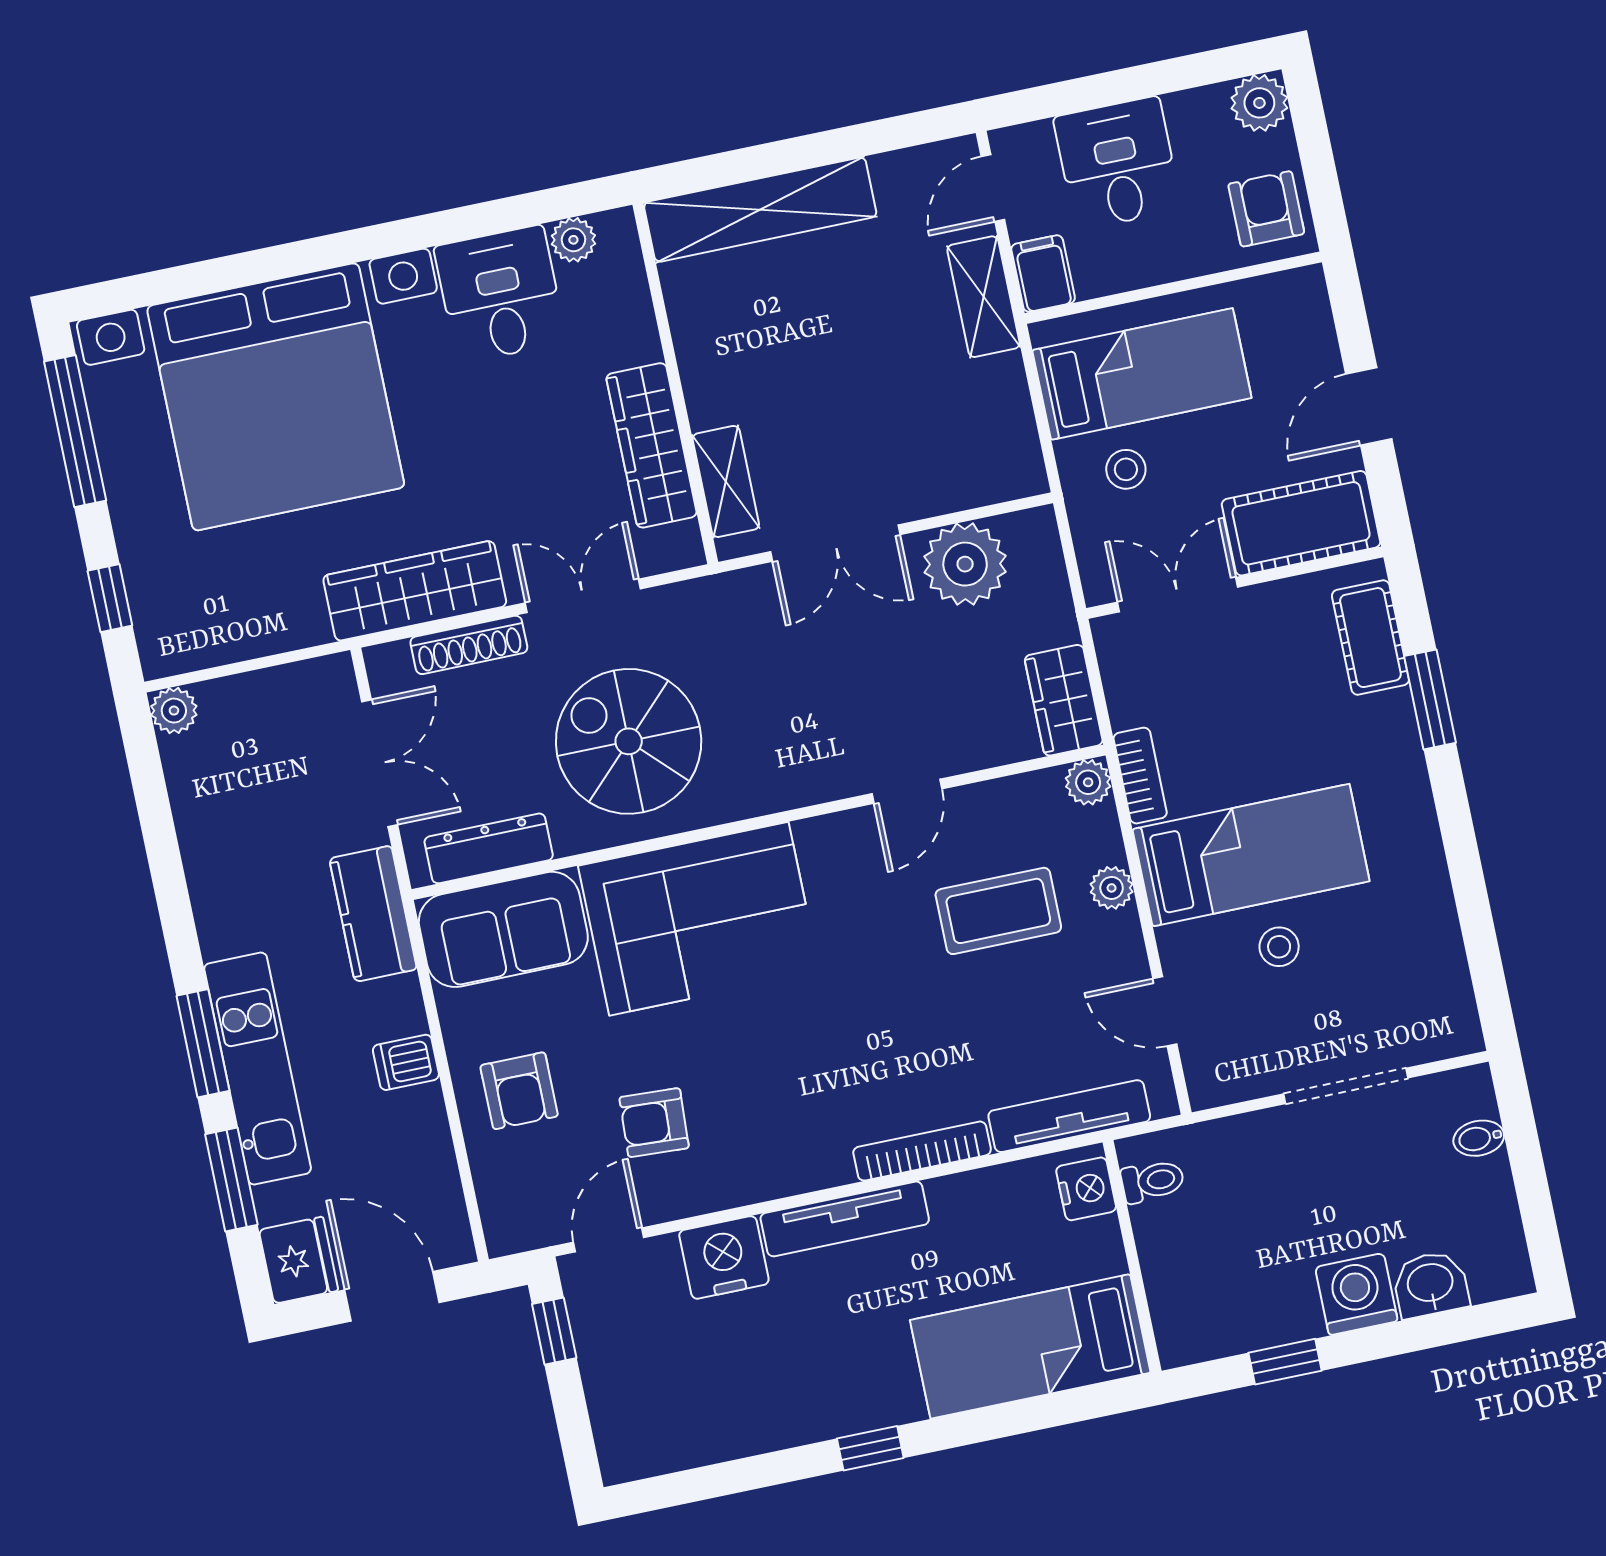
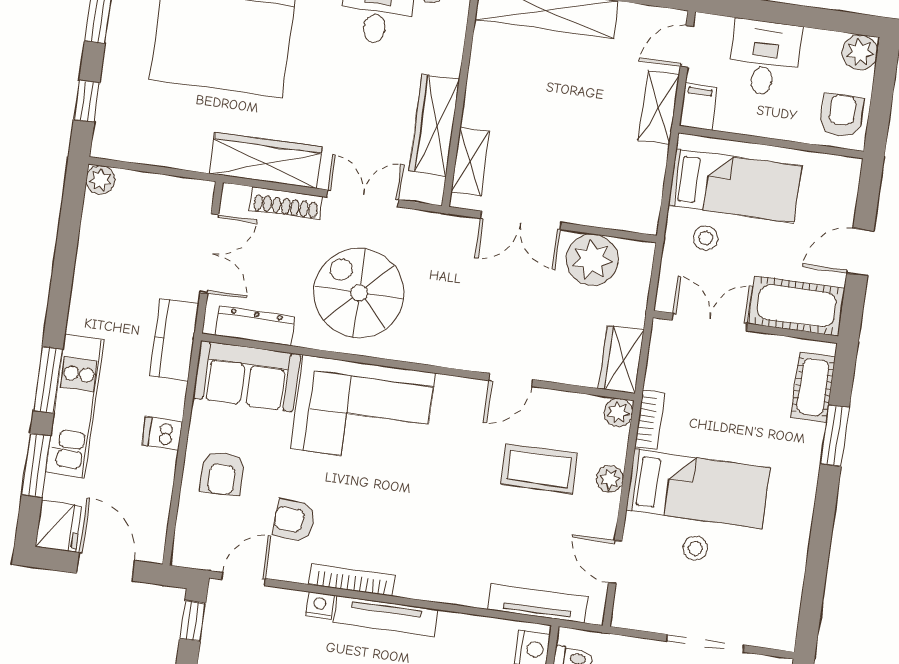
bookcase: (922, 1151) -> (352, 580), moved
nightstand: (724, 1257) -> (320, 605), width x0.53, depth x0.56

